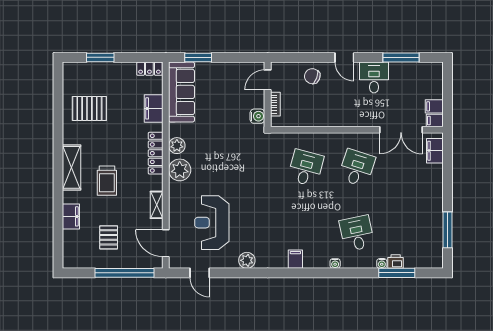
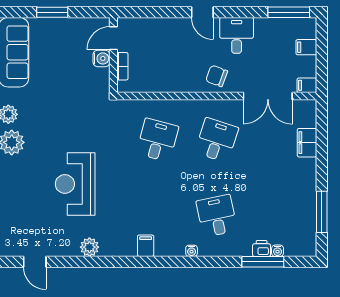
window: (198, 57) -> (52, 12), moved
window: (401, 57) -> (289, 12), moved
chair: (312, 76) -> (217, 76), moved
filing cabinet: (434, 106) -> (306, 47), moved
water cooler: (257, 116) -> (102, 58), moved
filing cabinet: (435, 151) -> (307, 143), moved
reception desk: (212, 223) -> (75, 184), moved
water cooler: (382, 263) -> (278, 251), moved

